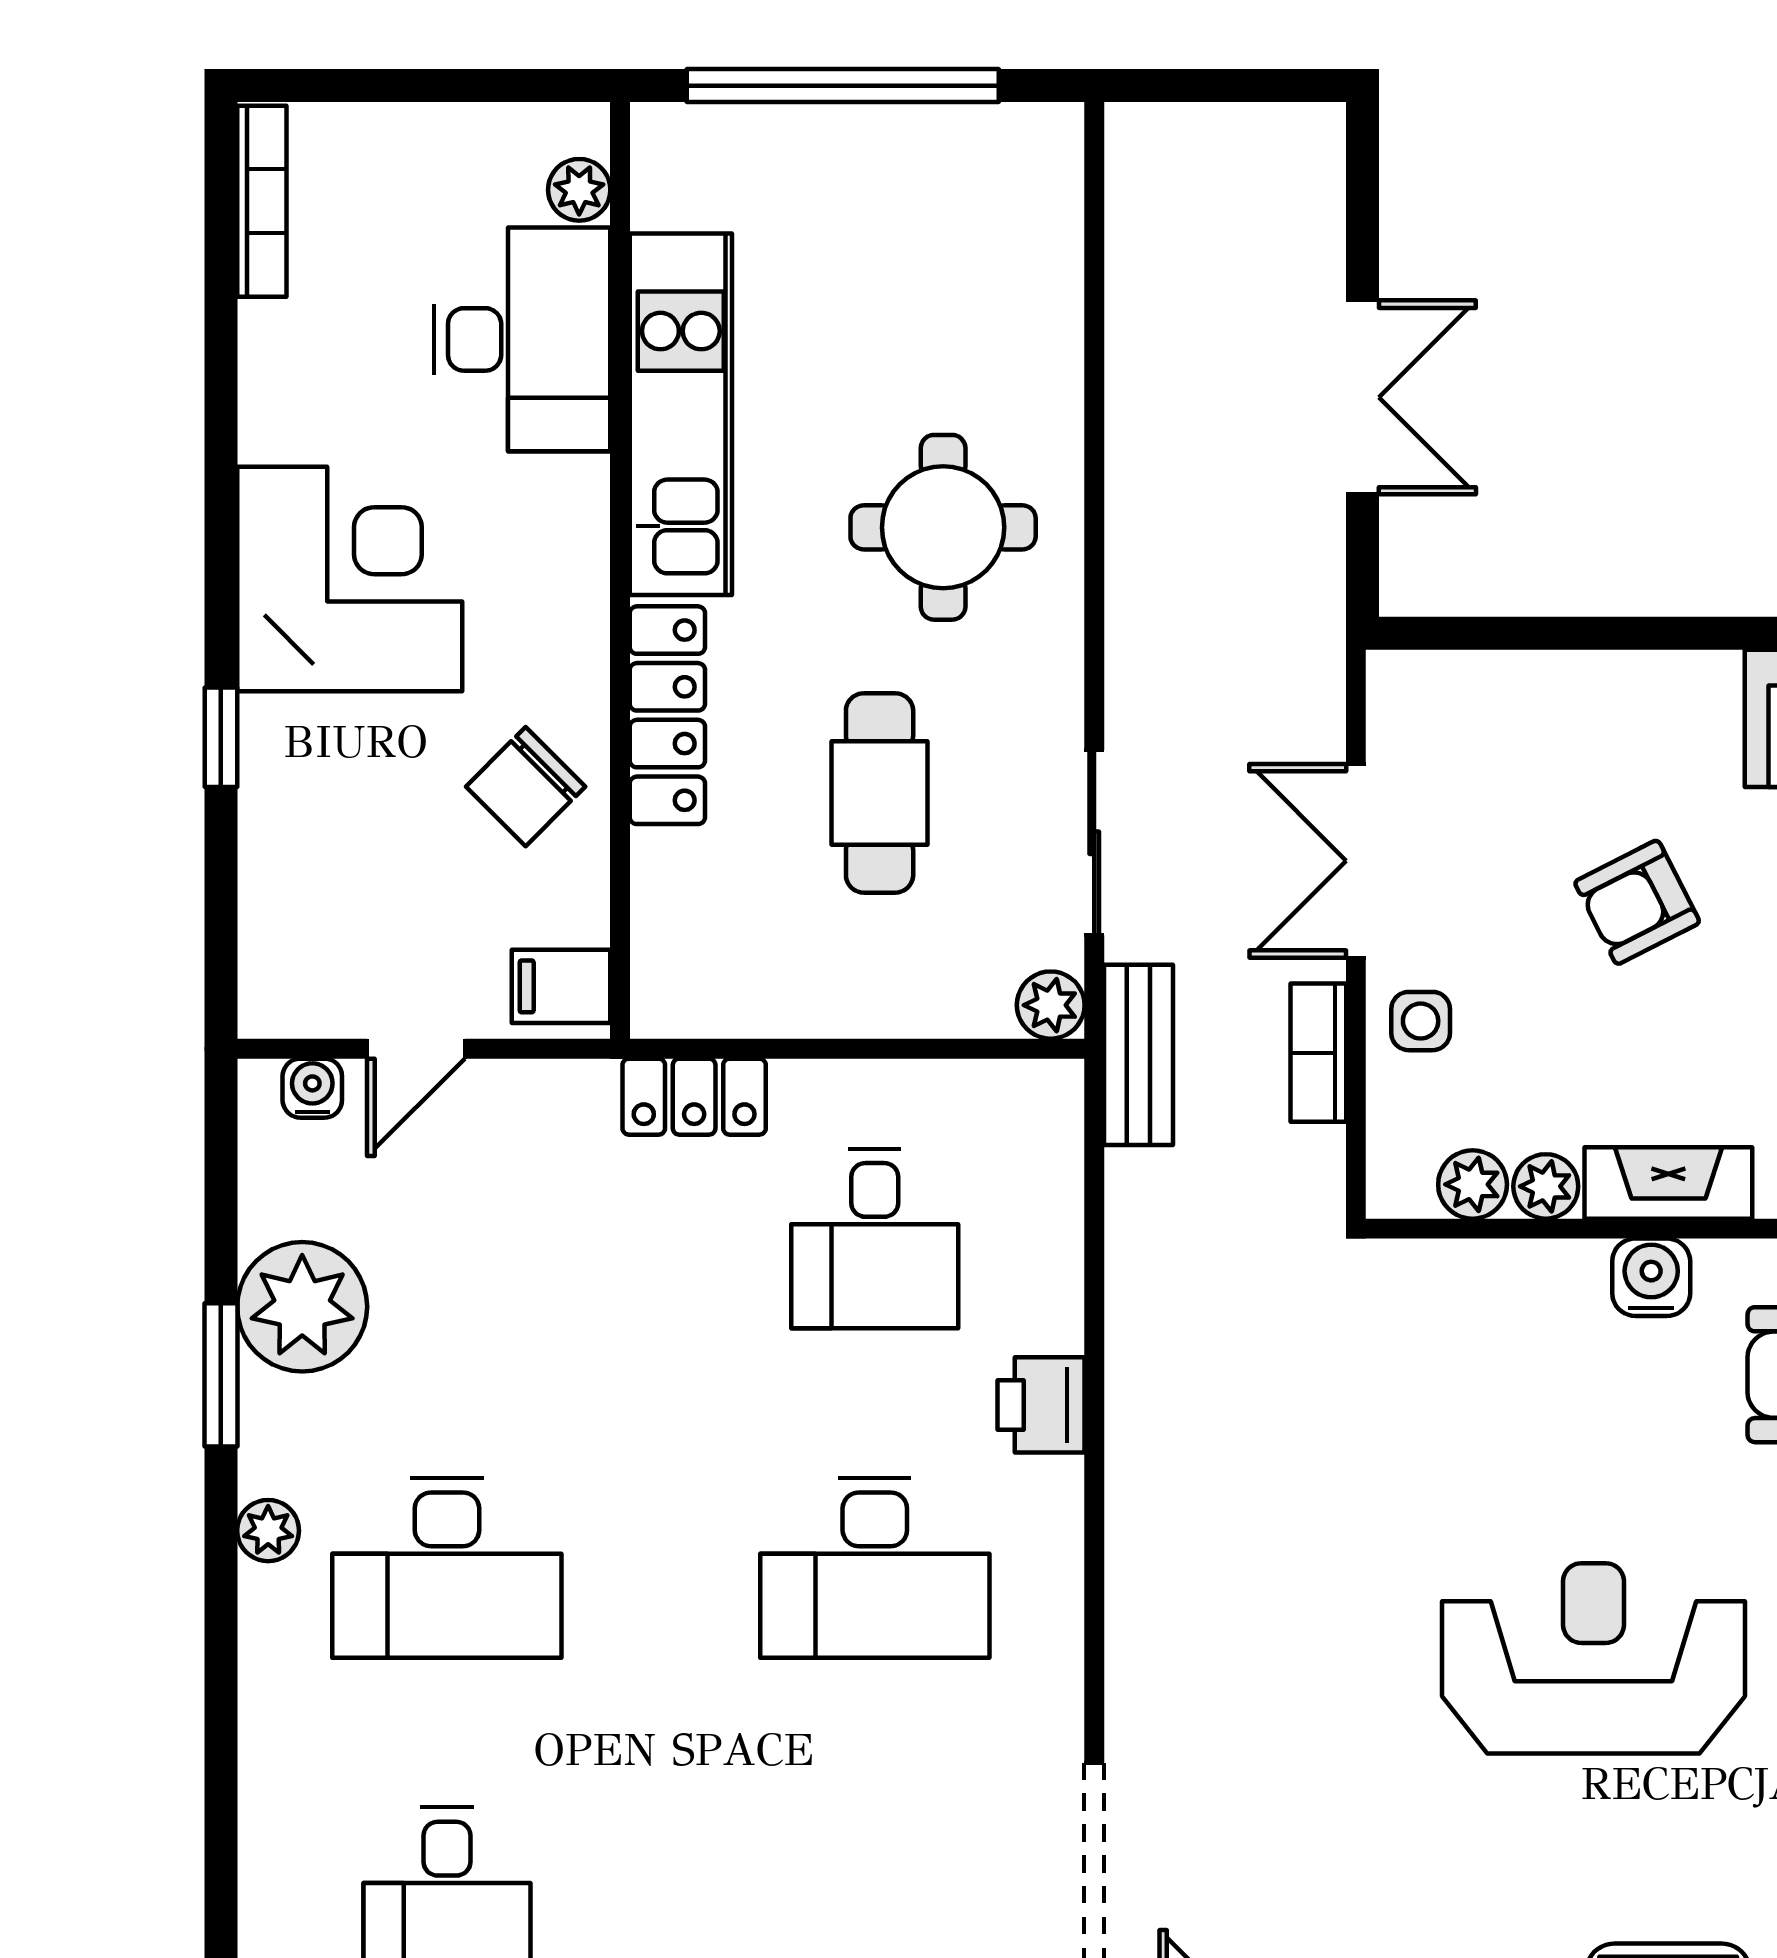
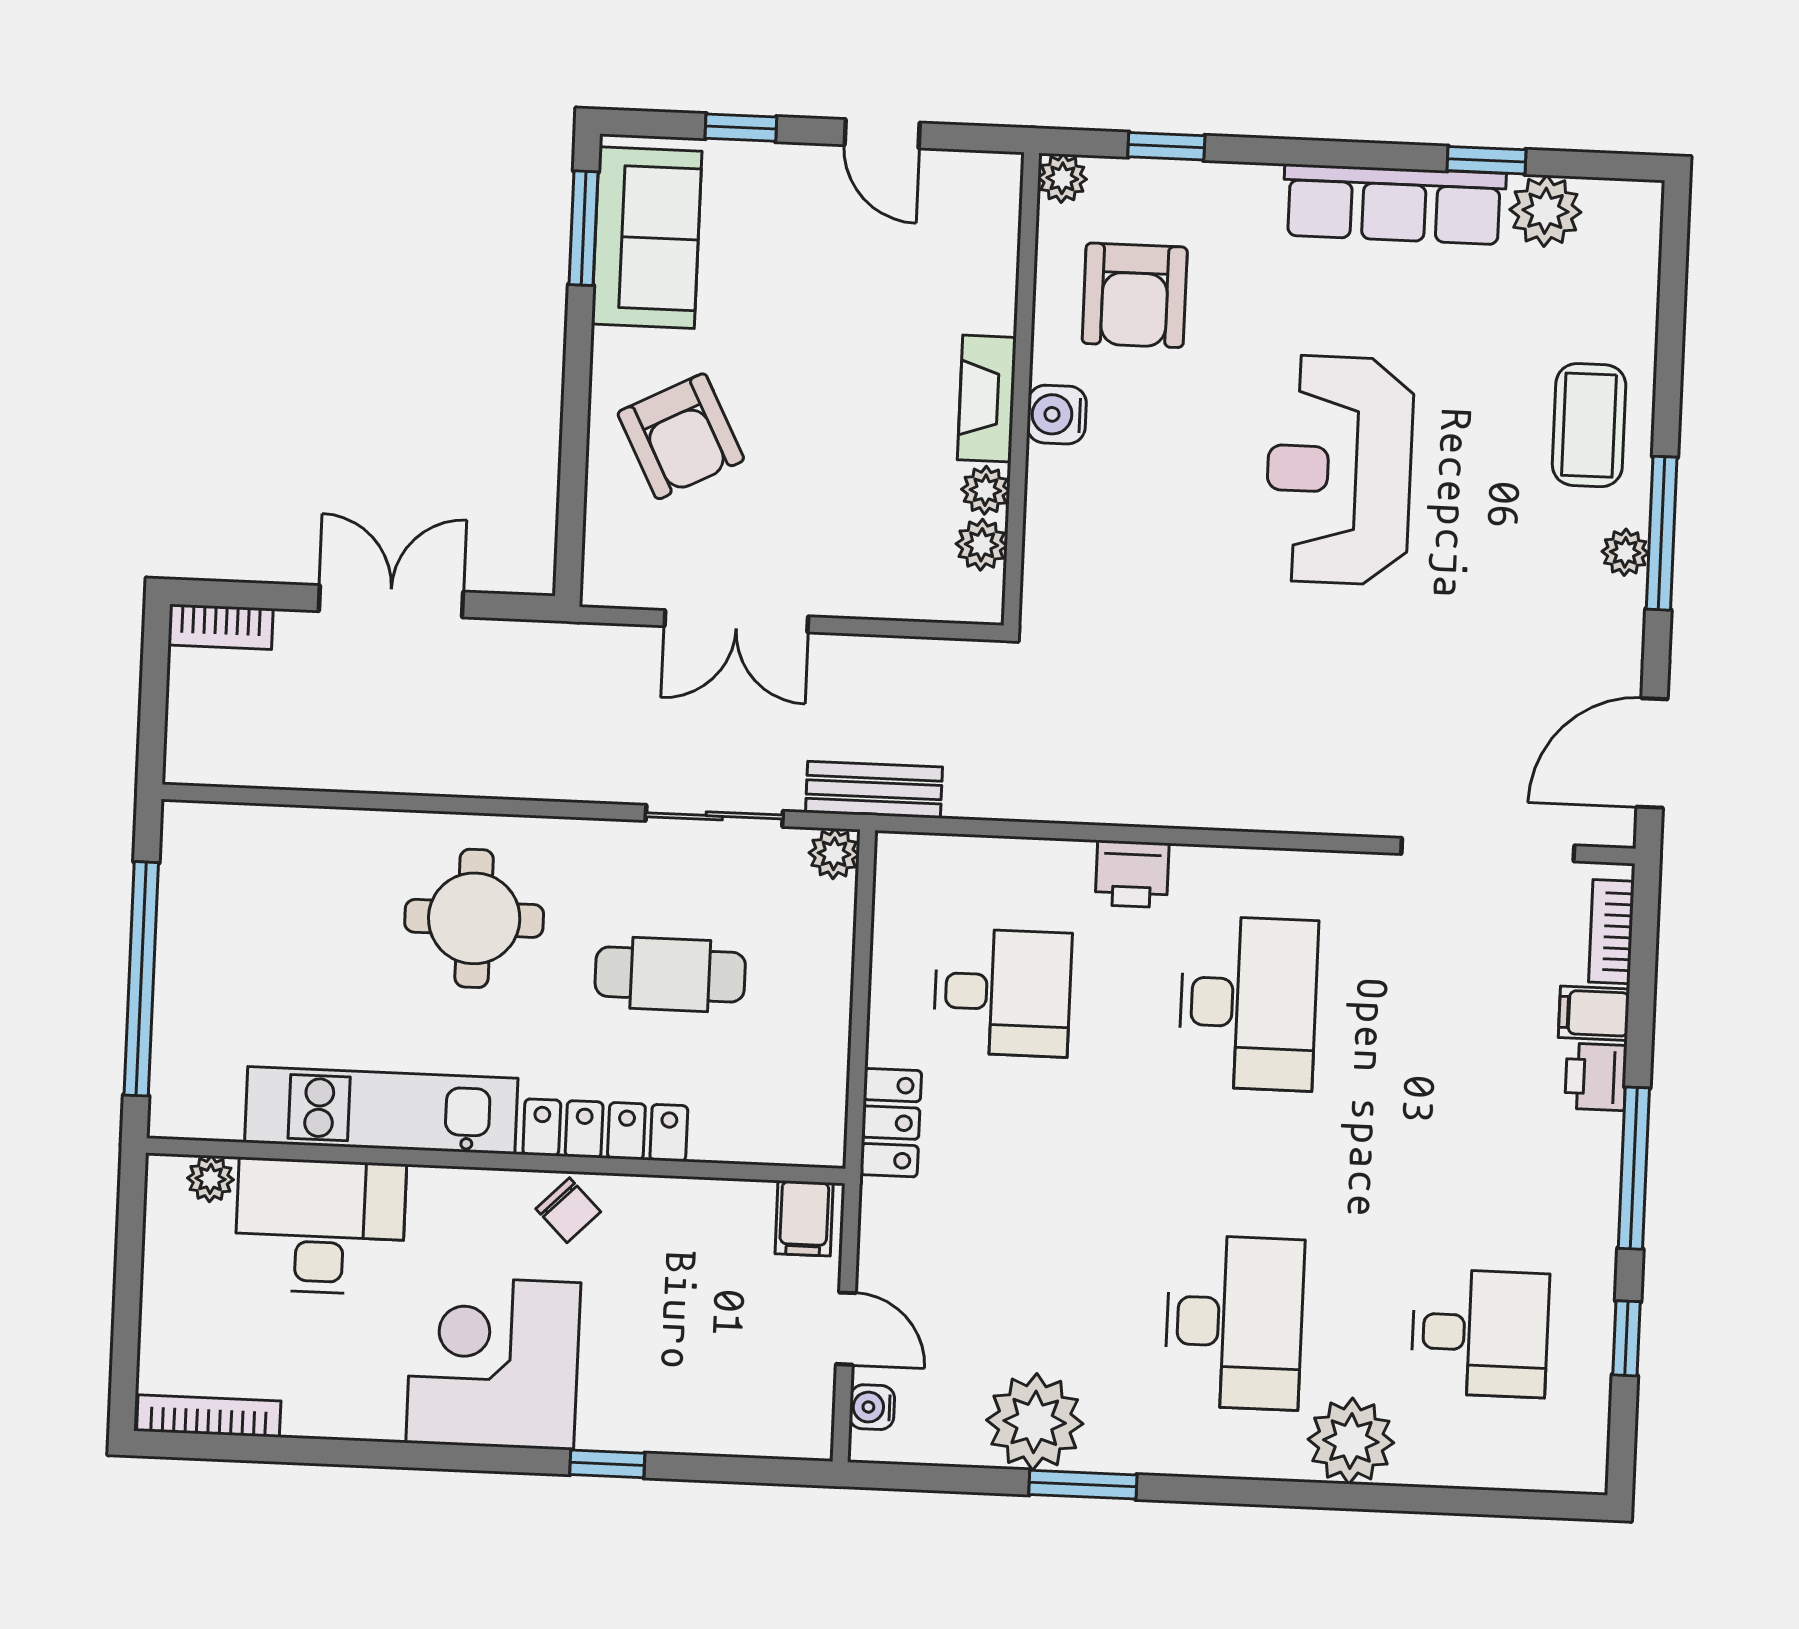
chair: (526, 787) -> (568, 1210), moved, width x0.73, depth x0.73
armchair: (1637, 902) -> (681, 436), moved, width x1.38, depth x1.38
side table: (1421, 1021) -> (858, 578), removed
bookcase: (1318, 1053) -> (221, 627), moved
plant: (268, 1531) -> (1351, 1441), moved, width x1.88, depth x1.88

